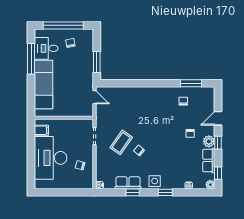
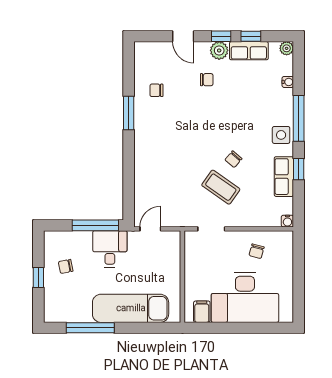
window: (63, 25) -> (38, 278), width x0.32
desk: (46, 48) -> (110, 249), moved, turned 180
window: (97, 62) -> (95, 225), width x1.44
window: (191, 83) -> (129, 113), moved
window: (218, 173) -> (251, 36), moved
window: (165, 192) -> (299, 118), width x2.17

